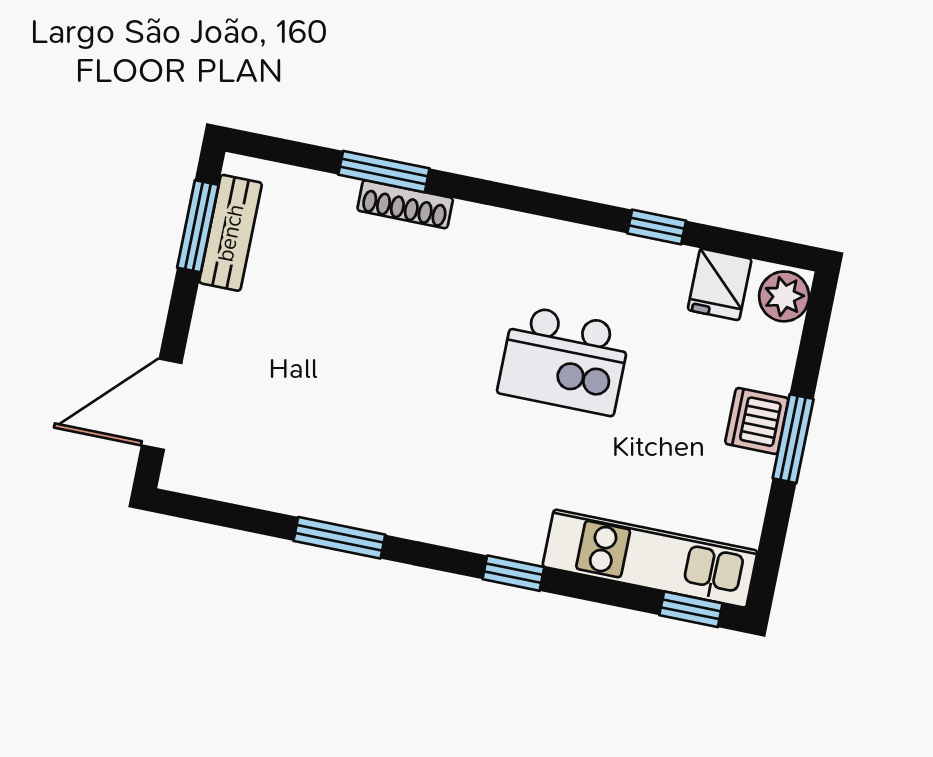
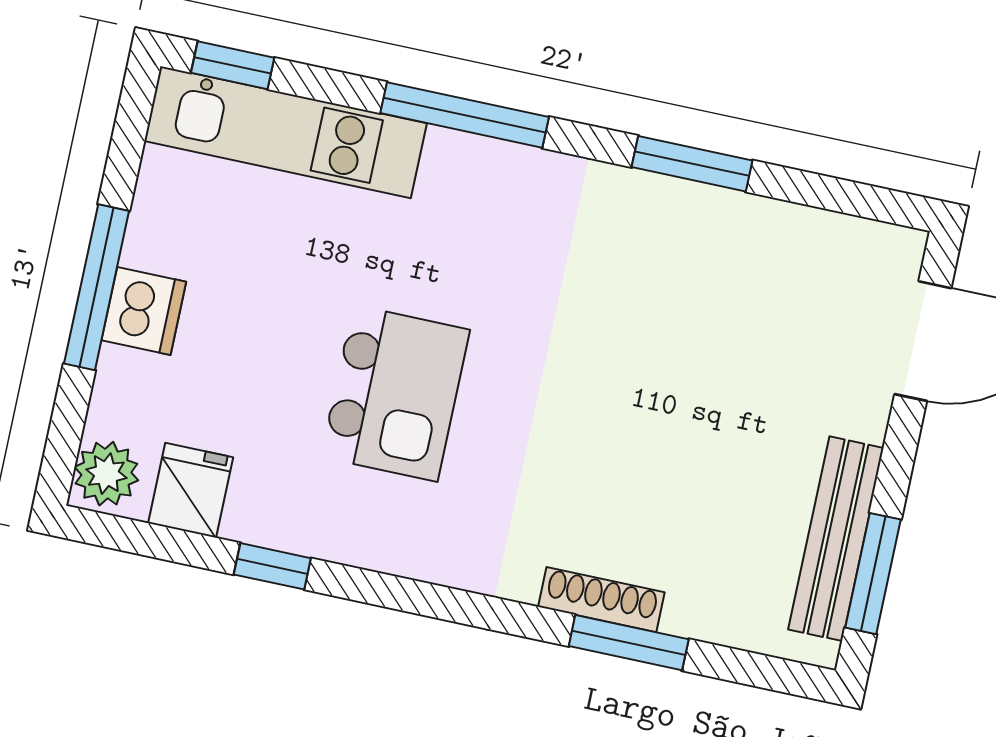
bench: (231, 233) -> (836, 539), width x1.36
kitchen island: (564, 360) -> (395, 393), turned 90
window: (793, 439) -> (97, 287), width x1.44
window: (513, 573) -> (465, 115), width x2.17

